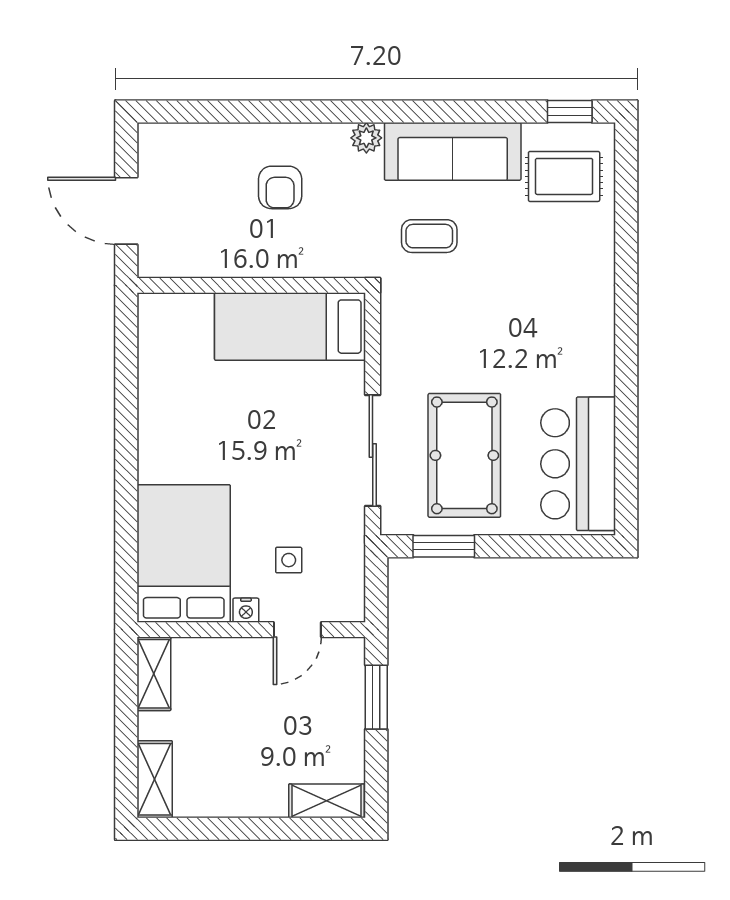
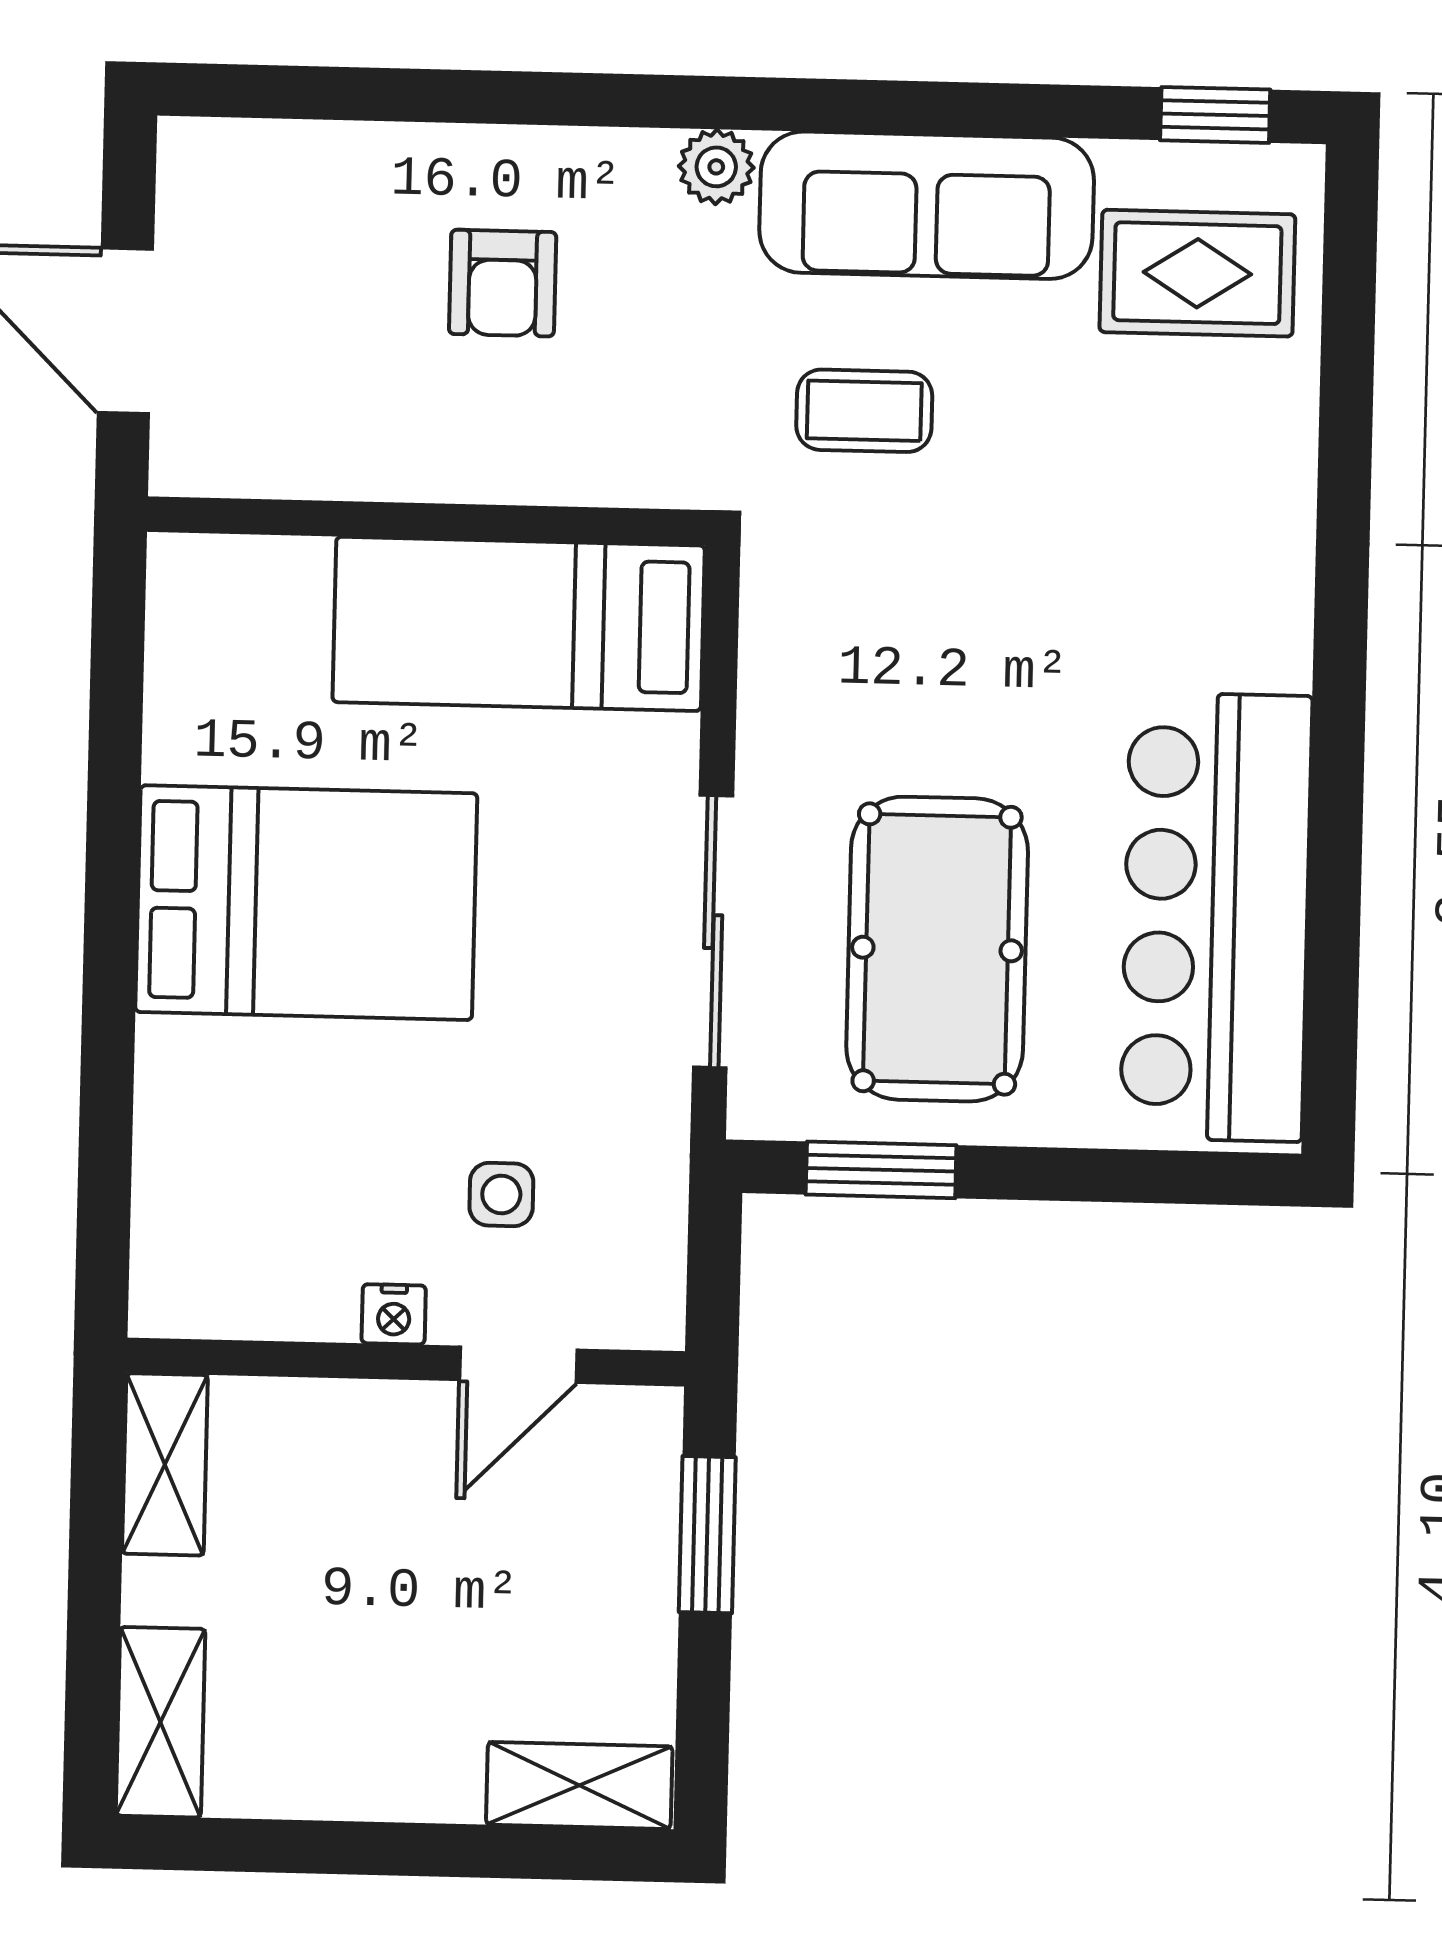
bar counter: (578, 464) -> (1216, 917), width x1.36
bed: (184, 553) -> (306, 903), moved, turned 90

